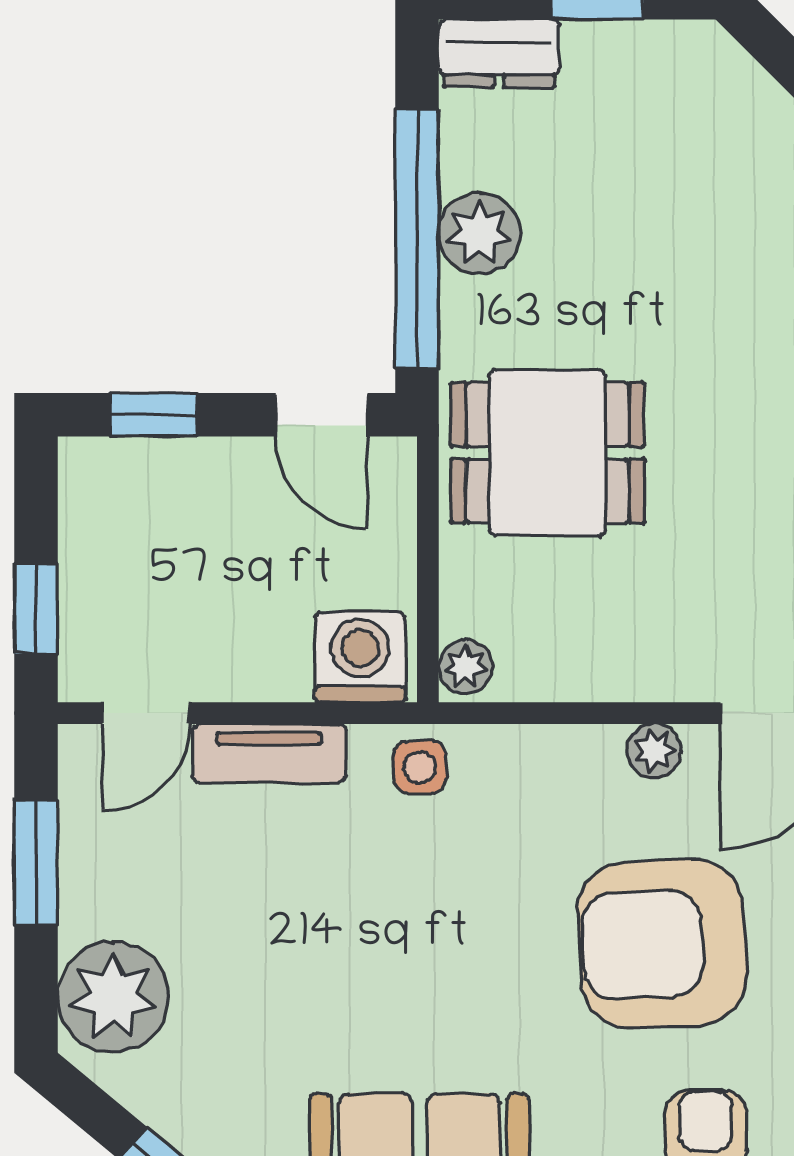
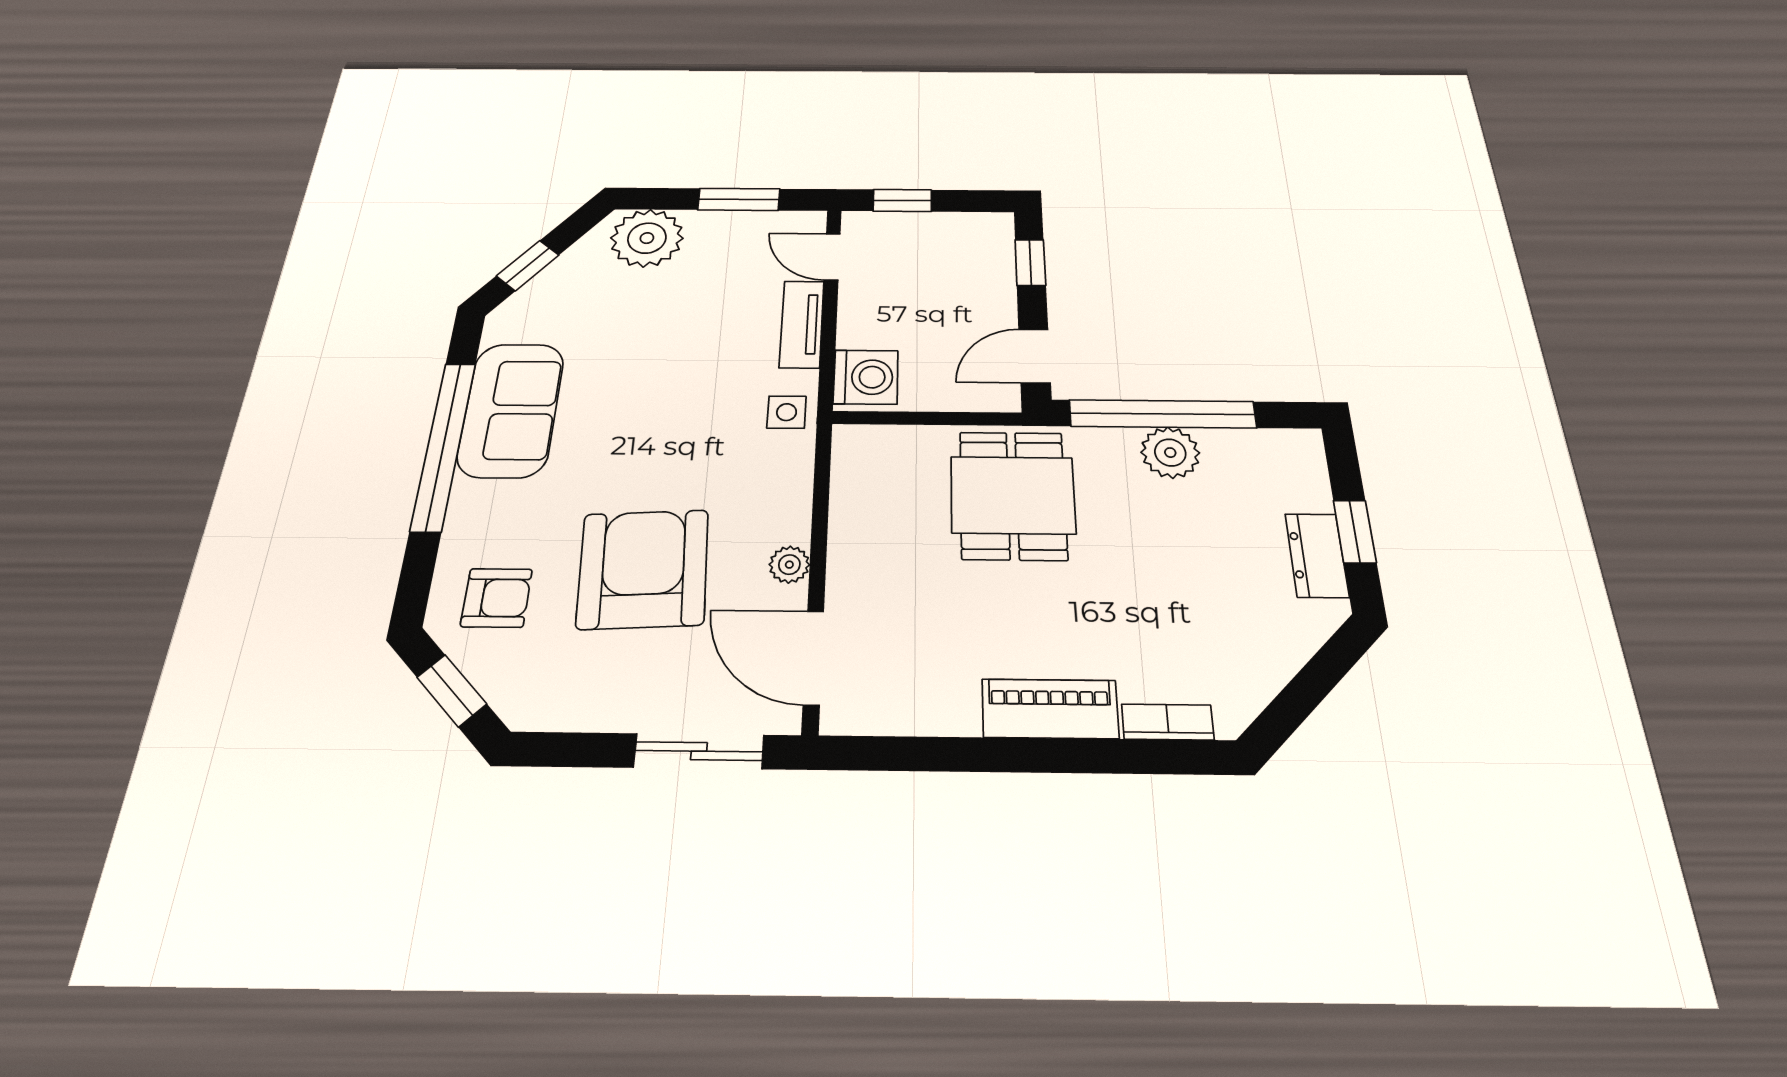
dresser: (499, 53) -> (1317, 555), moved
plant: (466, 667) -> (857, 441), removed

